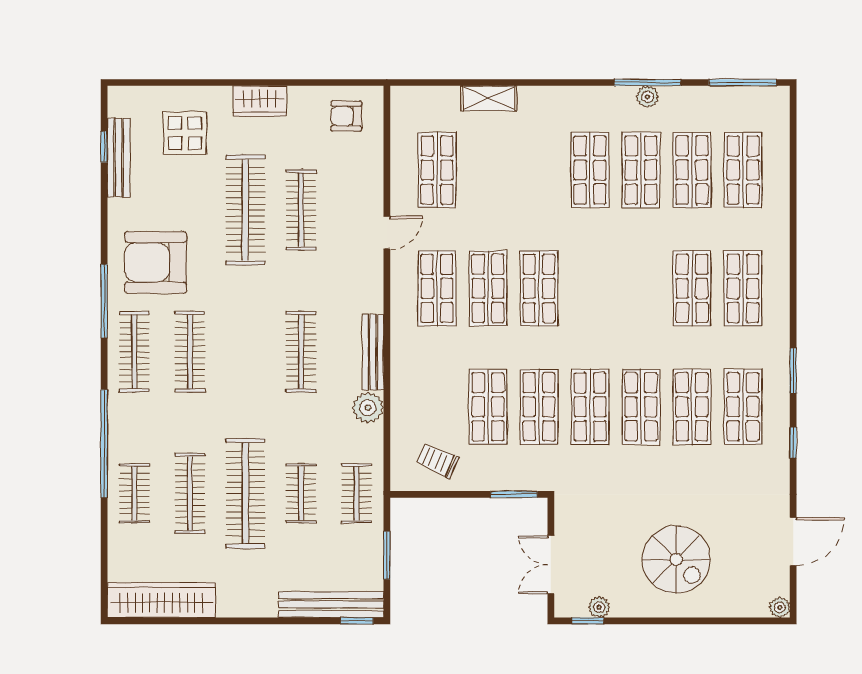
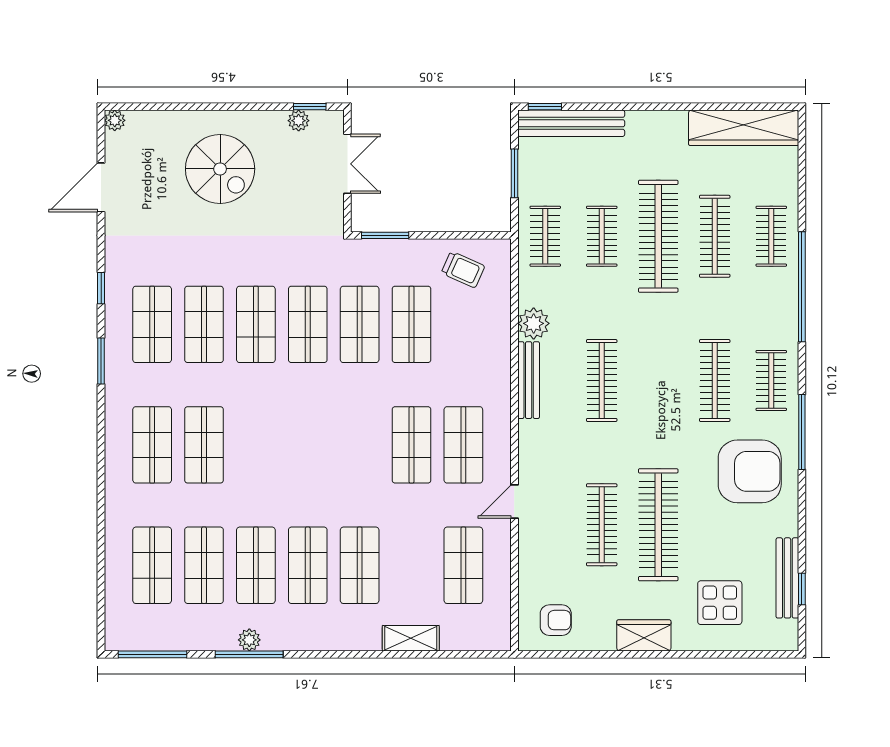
shop shelf: (539, 288) -> (360, 565), moved
clothes rail: (134, 352) -> (771, 381), width x0.73
spiral stairs: (676, 560) -> (220, 169), turned 180

